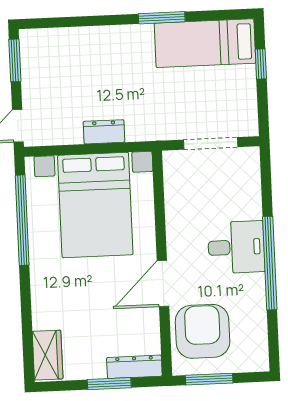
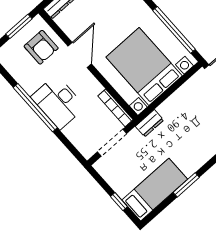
dresser: (104, 132) -> (150, 123), moved
bookcase: (172, 183) -> (115, 108), added
desk: (236, 247) -> (58, 102), width x1.37
armchair: (203, 331) -> (41, 47), width x0.73, depth x0.73

